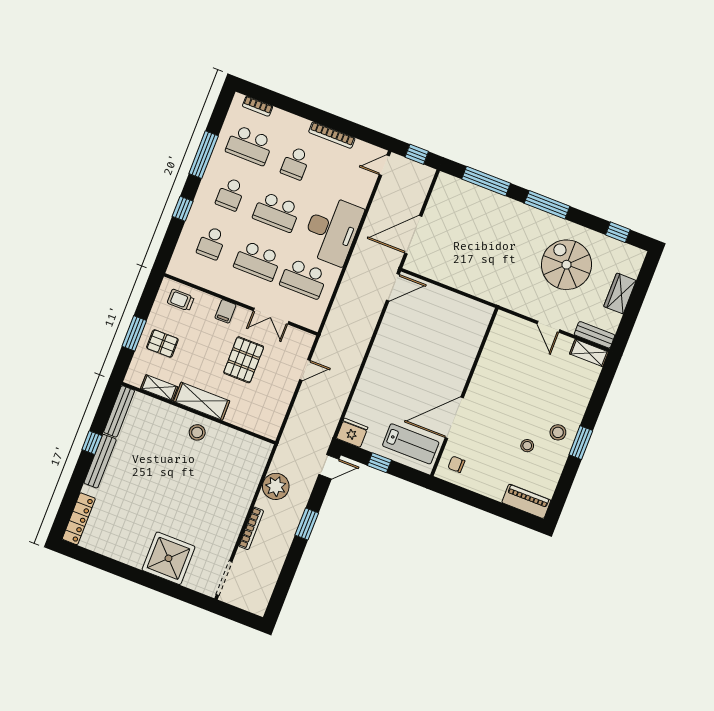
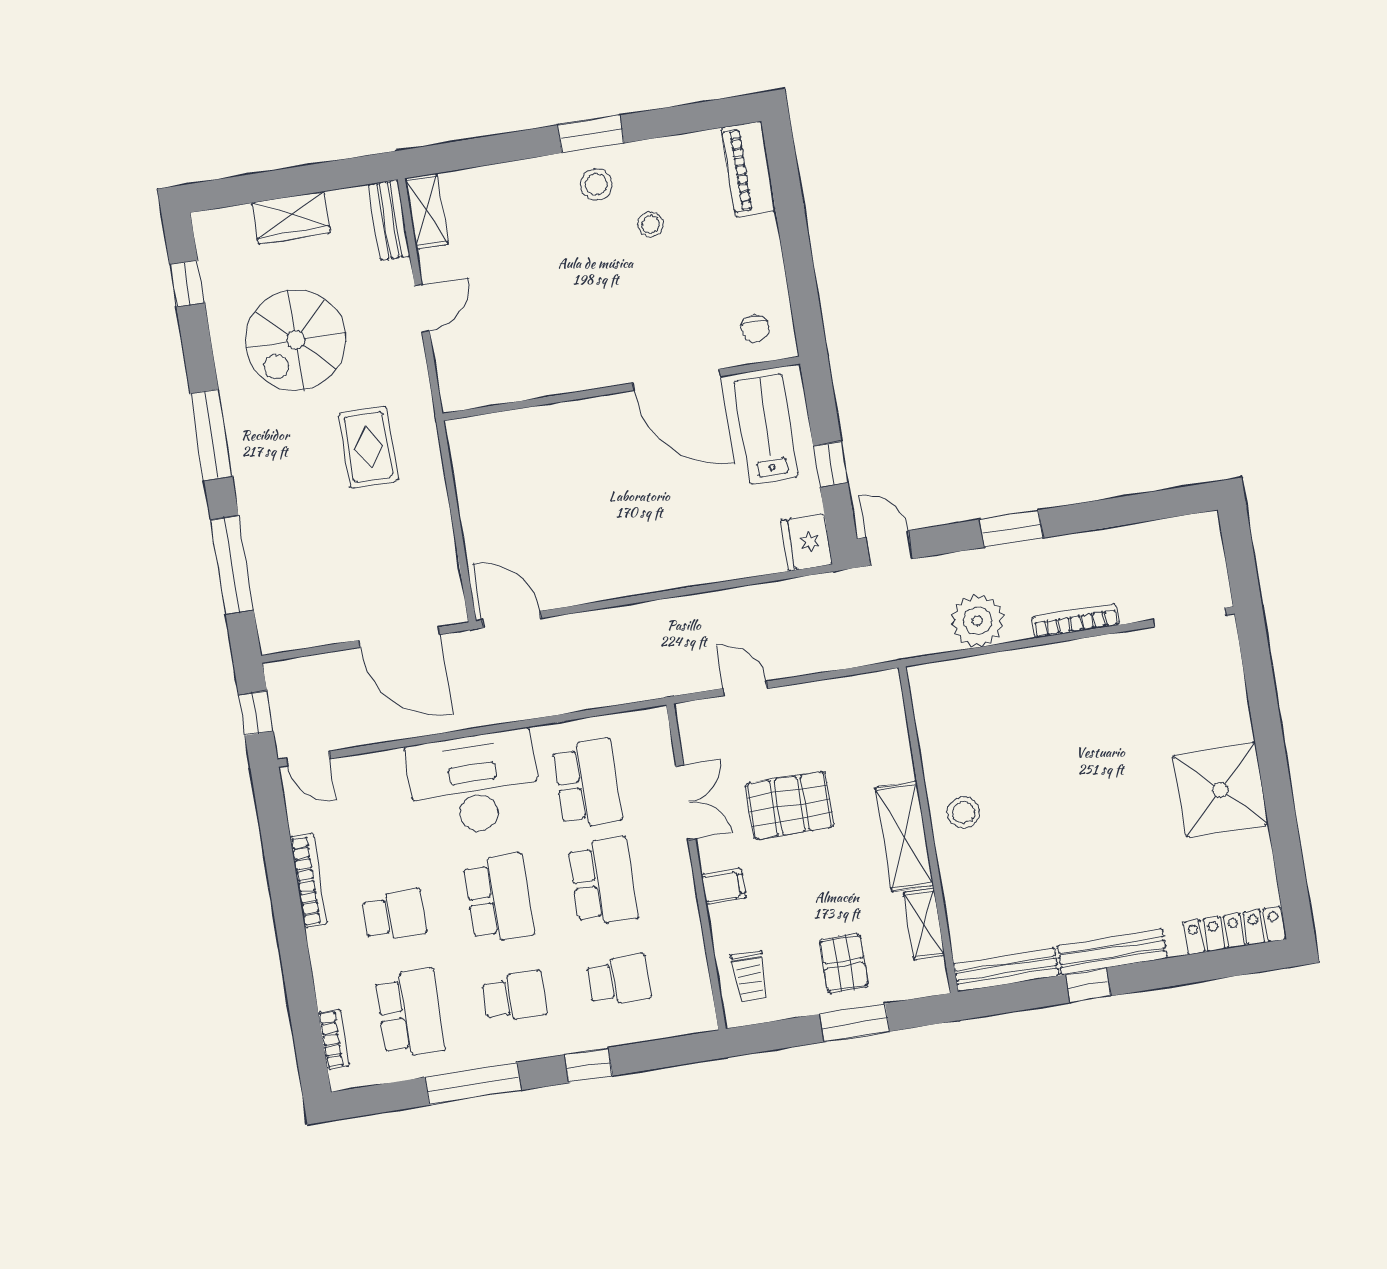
rug: (503, 269) -> (368, 447), added
shower: (168, 558) -> (1221, 790), moved

